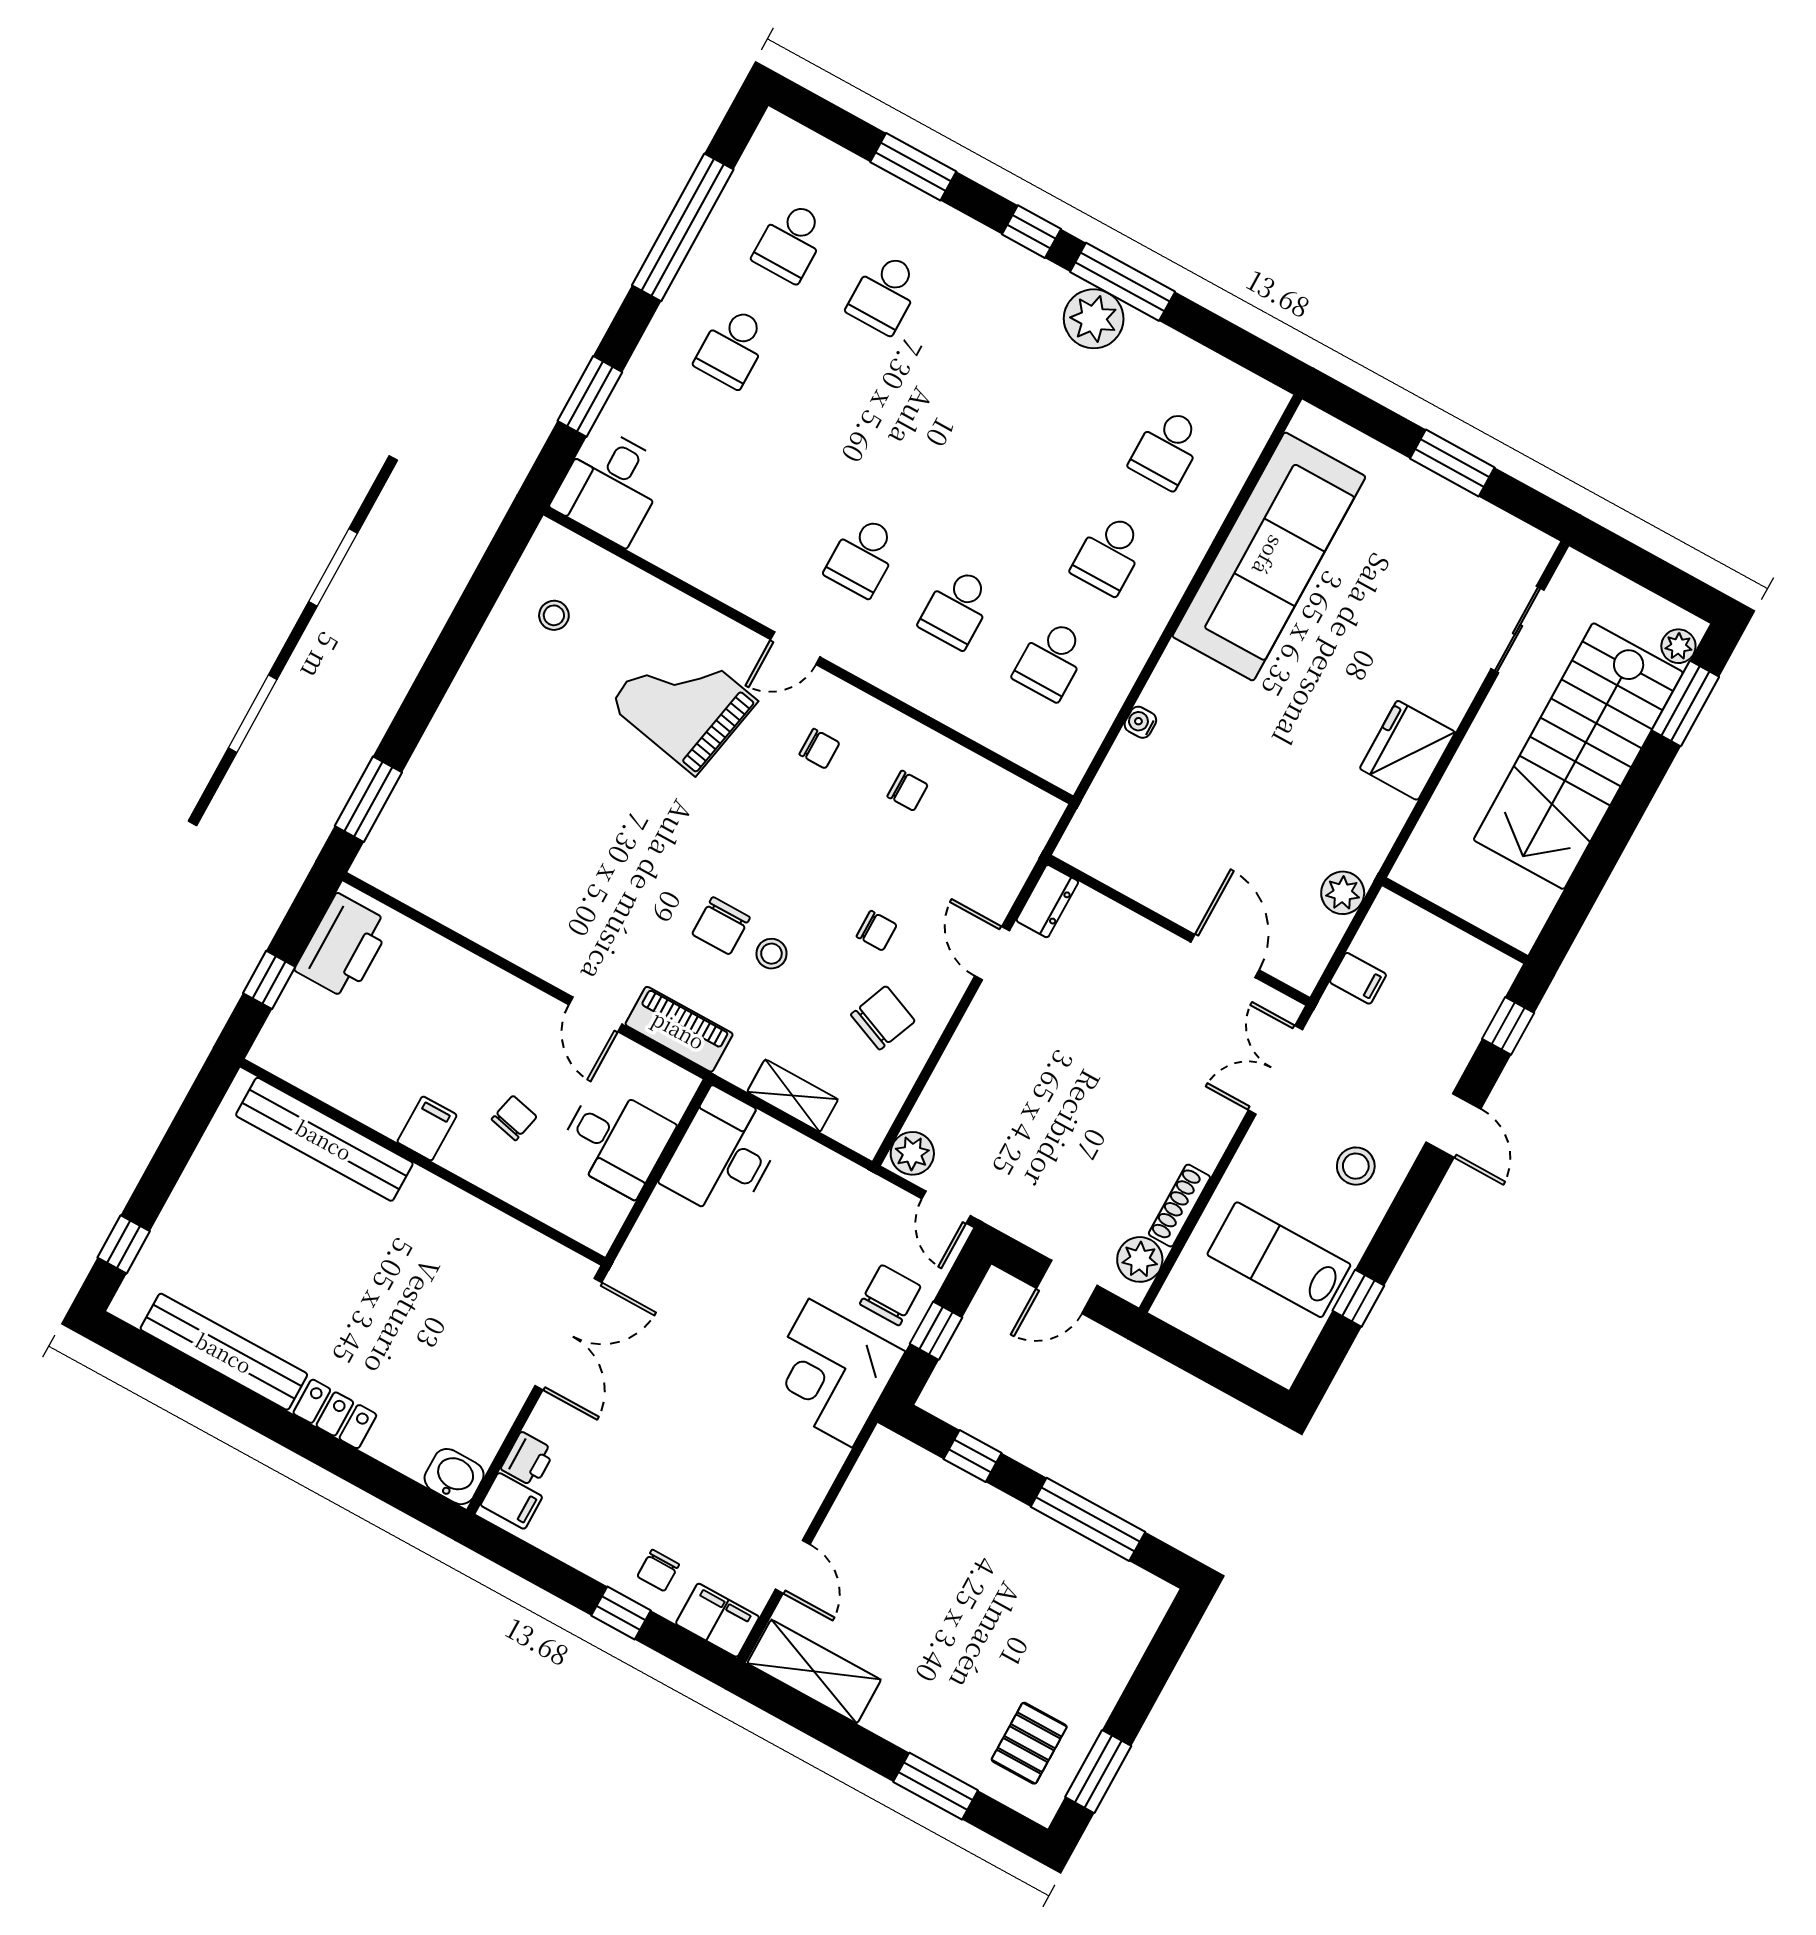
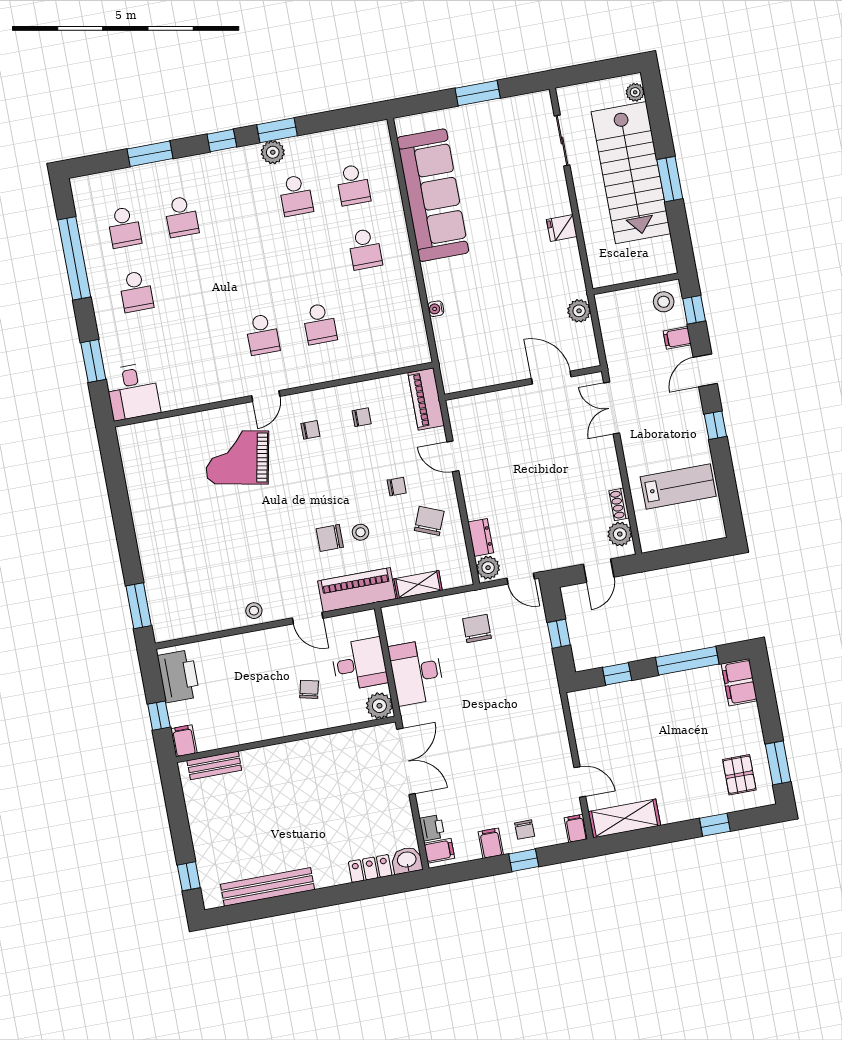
window: (1122, 282) -> (277, 130), width x0.69
plant: (1094, 319) -> (273, 152), width x0.73, depth x0.73
stool: (554, 615) -> (254, 611), moved
school desk: (1051, 660) -> (296, 195), moved
window: (1685, 703) -> (670, 179), moved
fridge: (1407, 750) -> (562, 228), width x0.53, depth x0.75
piano: (1021, 840) -> (426, 399), added
dresser: (1047, 901) -> (481, 537), moved
chair: (721, 926) -> (330, 538), turned 90
filing cabinet: (1358, 978) -> (677, 338), moved, turned 180
piano: (679, 1029) -> (357, 590), width x1.37, depth x1.33
door: (1453, 1126) -> (705, 370), swing flipped
filing cabinet: (427, 1128) -> (184, 741), moved
bench: (324, 1139) -> (214, 765), width x0.54, depth x0.82
desk: (723, 1155) -> (417, 672), moved
stool: (1356, 1166) -> (664, 302), moved
shoe rack: (1179, 1206) -> (619, 504), width x0.70
plant: (596, 1224) -> (379, 706), added
lab bench: (1279, 1260) -> (678, 486), turned 180
chair: (890, 1295) -> (477, 629), moved
window: (1358, 1298) -> (715, 425), moved
corner desk: (831, 1373) -> (529, 688), removed
locker: (335, 1414) -> (370, 868), moved
filing cabinet: (594, 1550) -> (491, 843), added
filing cabinet: (1137, 1611) -> (739, 682), added
filing cabinet: (717, 1620) -> (576, 828), width x0.50
window: (936, 1786) -> (715, 825), width x0.67

